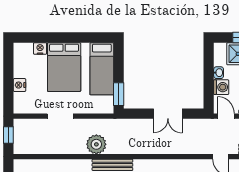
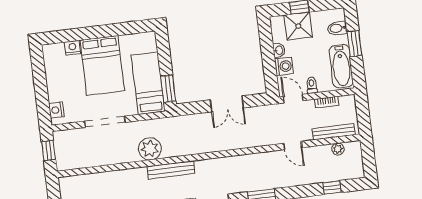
bed: (102, 69) -> (148, 83), moved, turned 180
nightstand: (20, 85) -> (56, 110), moved
doorway: (60, 116) -> (105, 122), width x1.36

